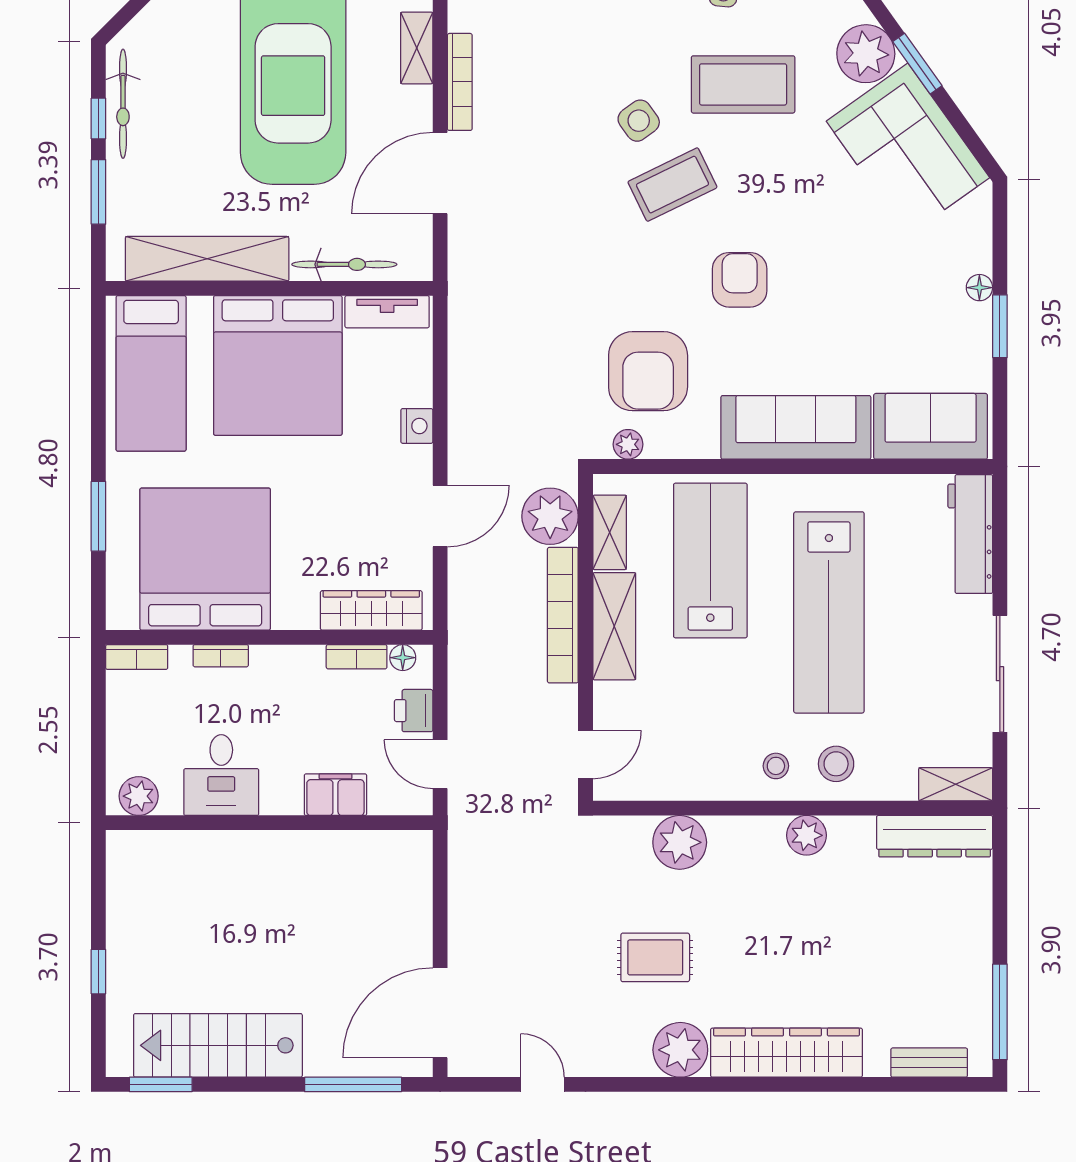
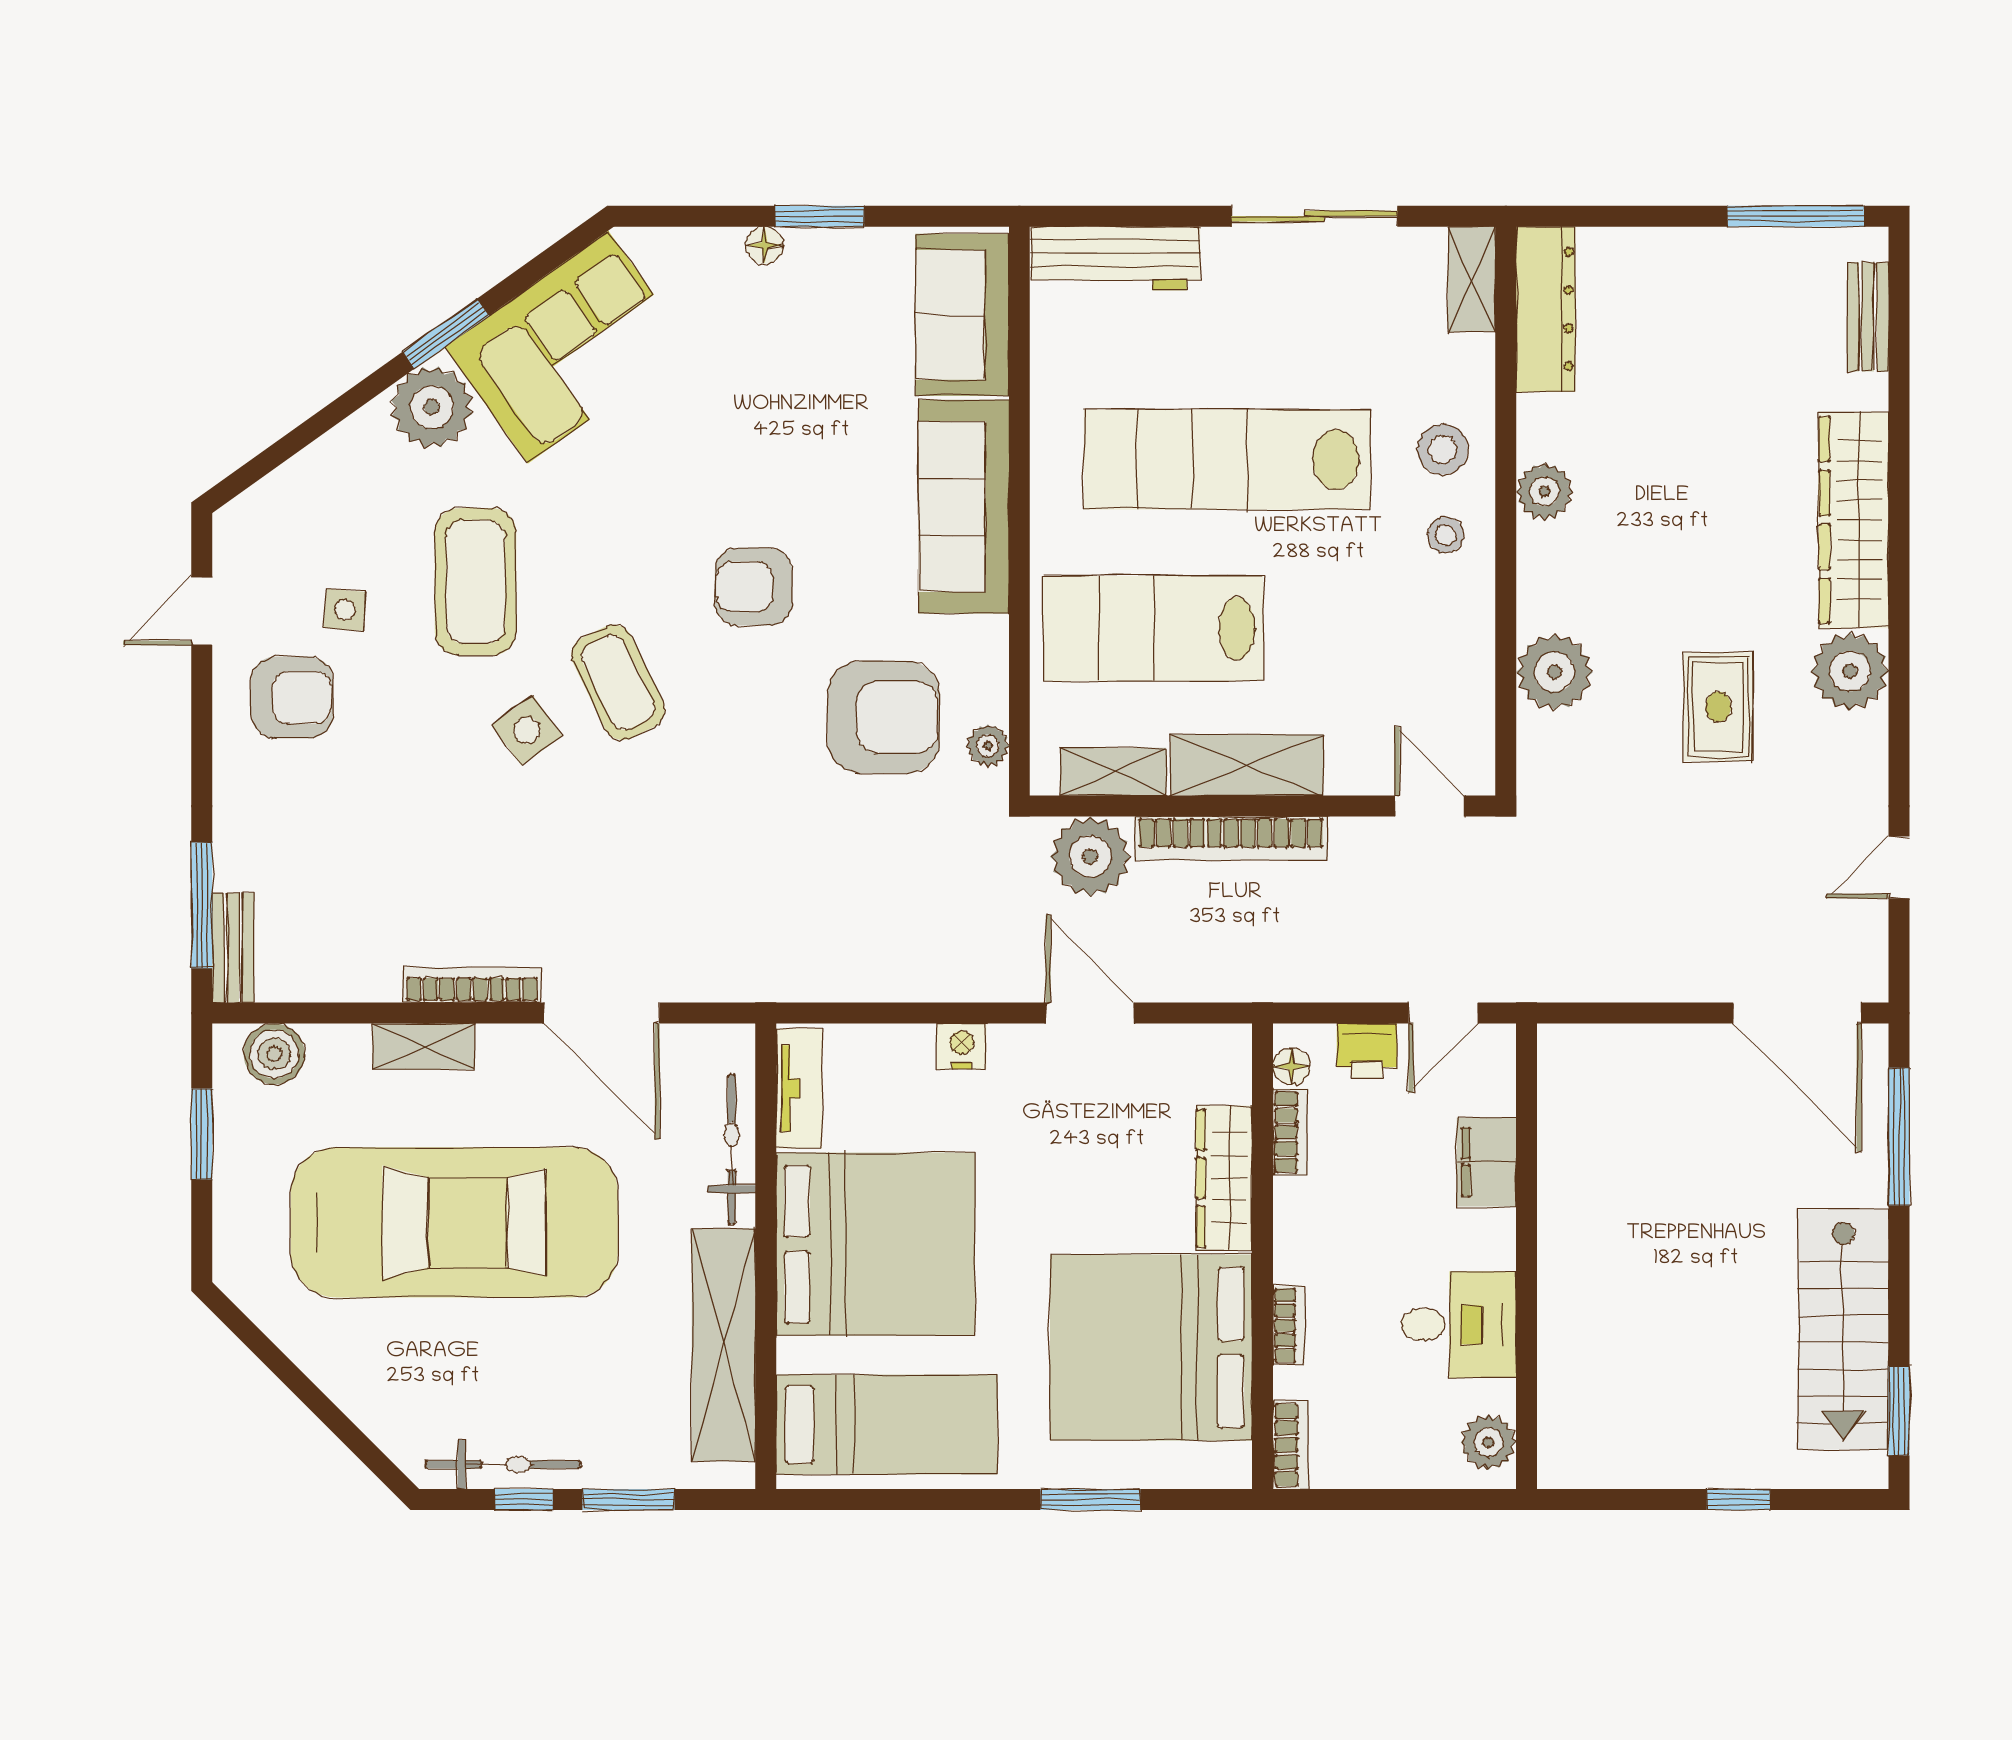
wardrobe: (371, 610) -> (1224, 1178), moved
lab bench: (829, 612) -> (1227, 460), turned 180

